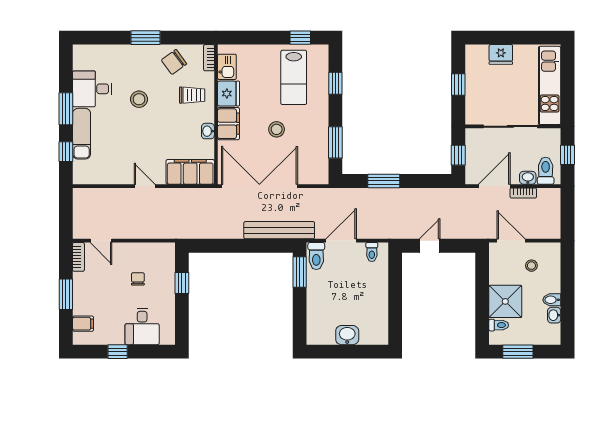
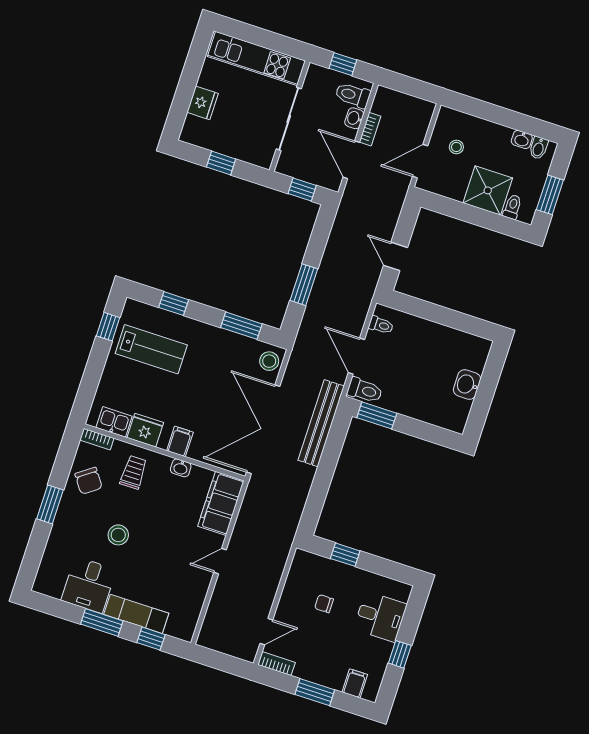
filing cabinet: (229, 124) -> (180, 441), width x0.50
stool: (277, 129) -> (269, 361), moved
bidet: (552, 300) -> (539, 148), moved

